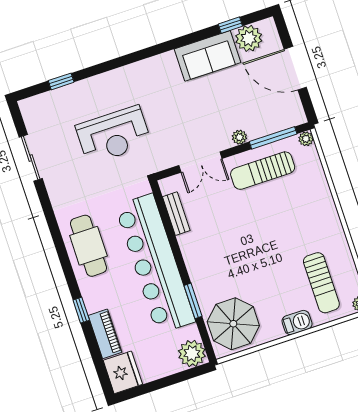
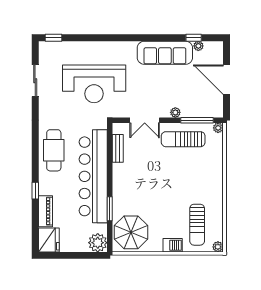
plant: (249, 38) -> (198, 46), width x0.53, depth x0.53
sofa: (208, 56) -> (165, 53), width x1.36
window: (61, 81) -> (54, 38), moved
reception desk: (114, 135) -> (94, 84), width x1.36, depth x1.30

